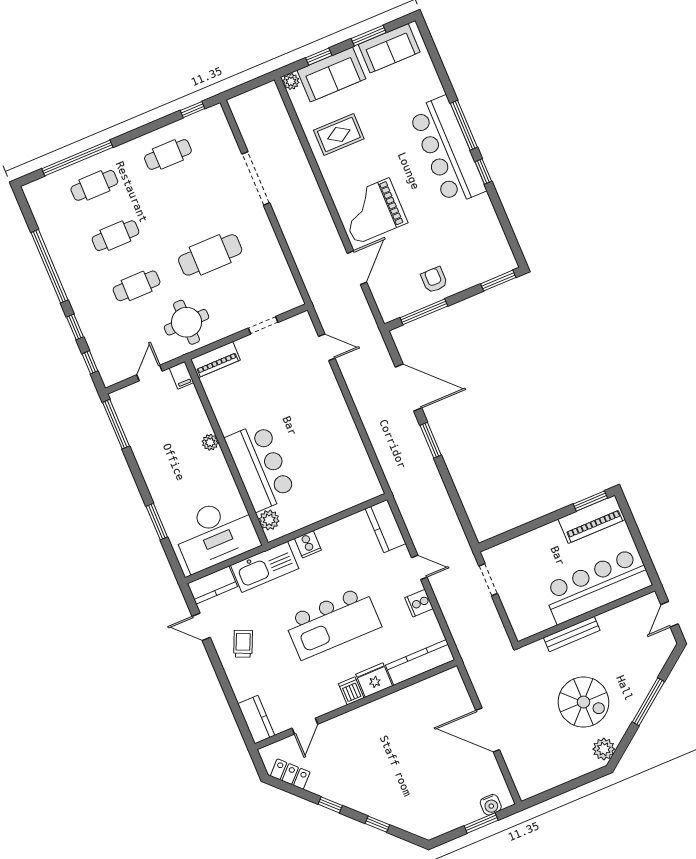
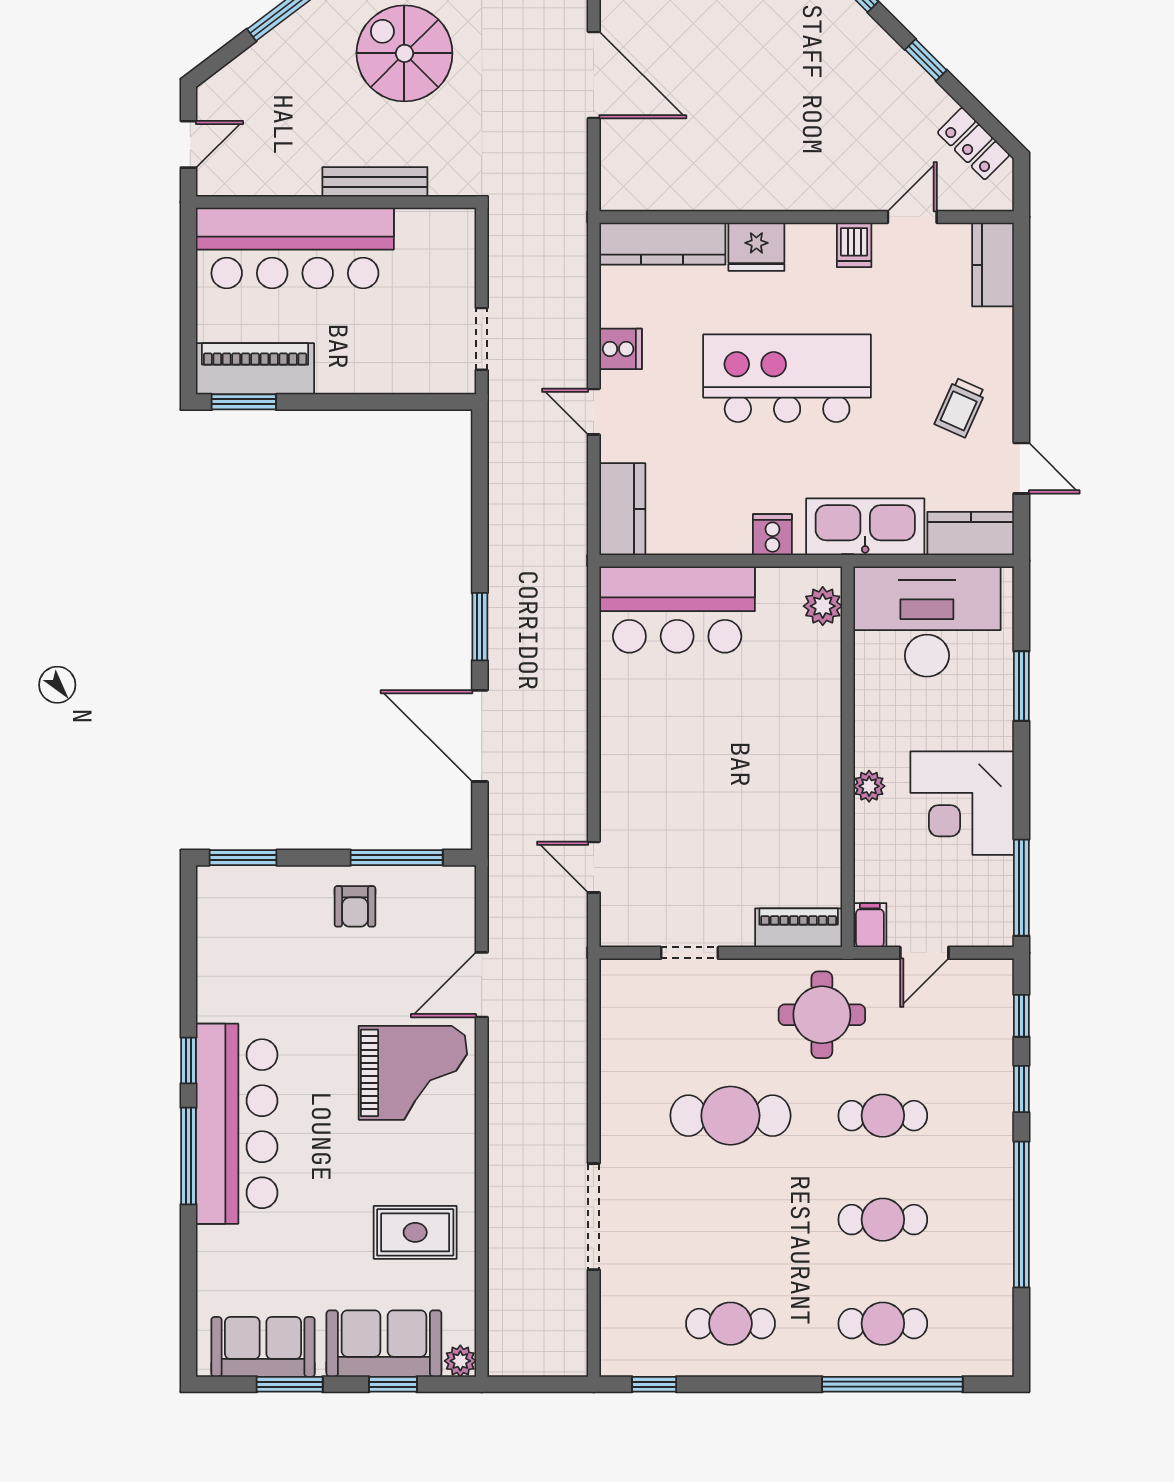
corner desk: (162, 453) -> (962, 803), added
bar counter: (260, 467) -> (677, 609), moved, turned -90
dishwasher: (351, 691) -> (854, 245), moved

